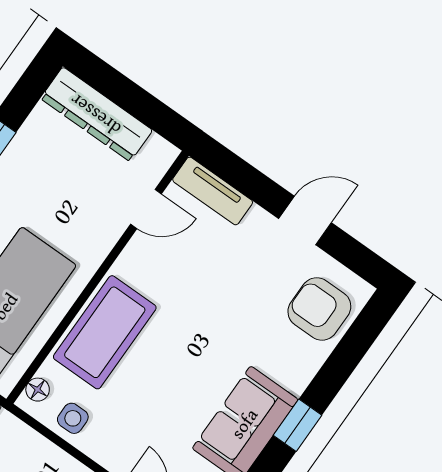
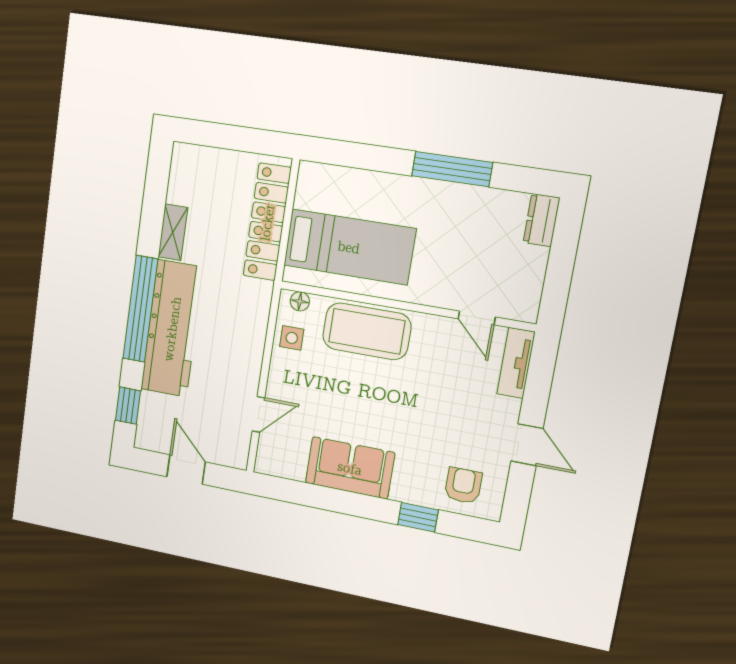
dresser: (96, 114) -> (542, 220), width x0.51, depth x0.80
armchair: (319, 309) -> (463, 485), width x0.72, depth x0.72
window: (298, 425) -> (418, 517), moved

